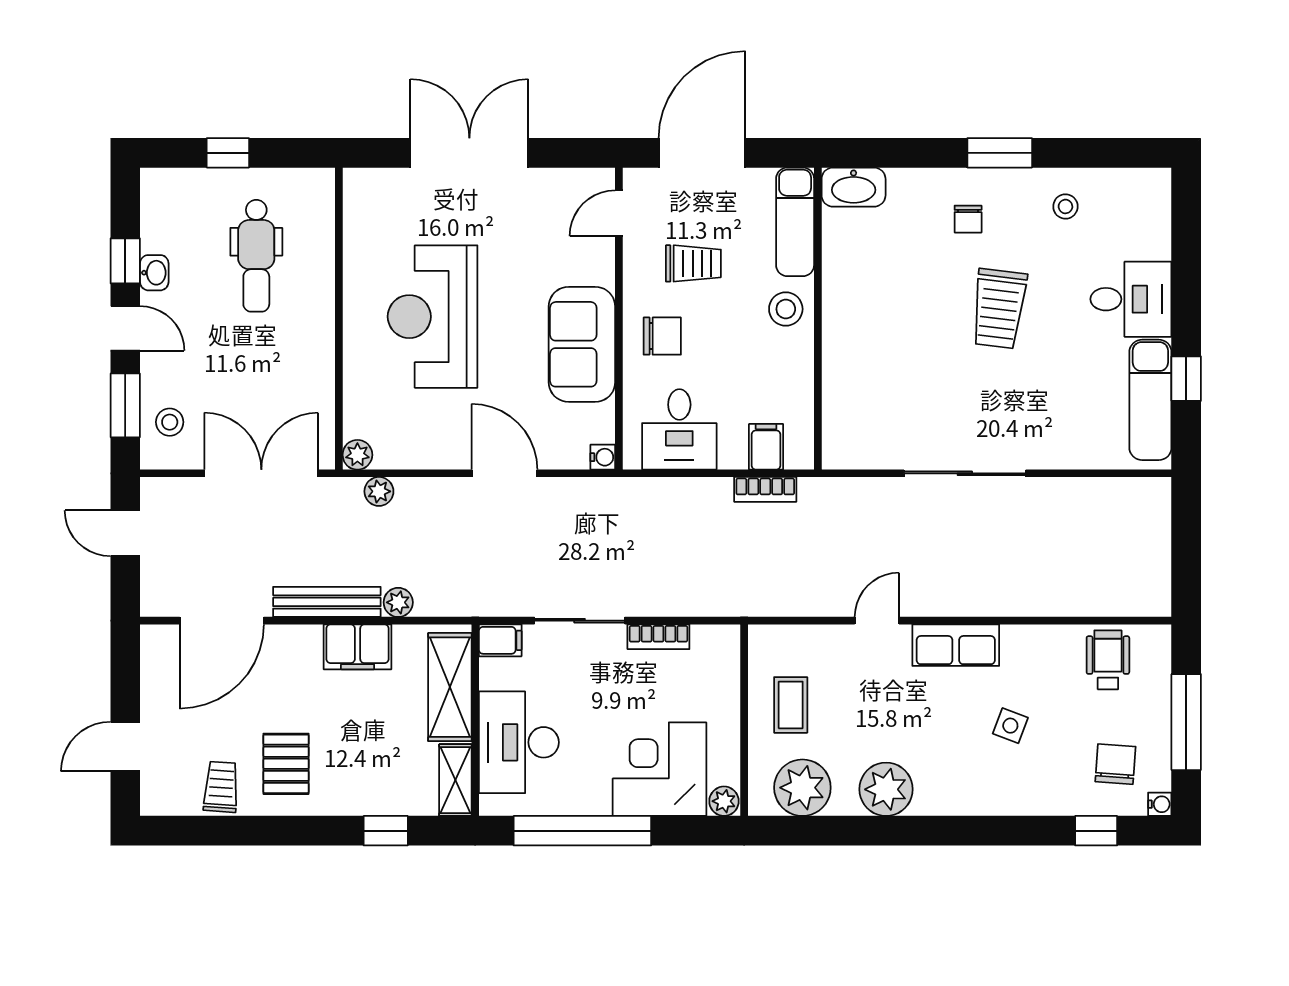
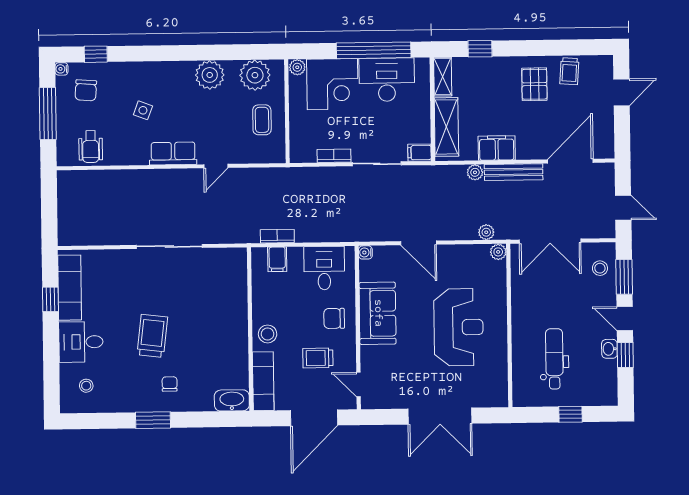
stool: (1065, 206) -> (86, 386), moved
door: (619, 213) -> (359, 385), swing flipped
desk: (519, 742) -> (387, 80), moved, turned -90

